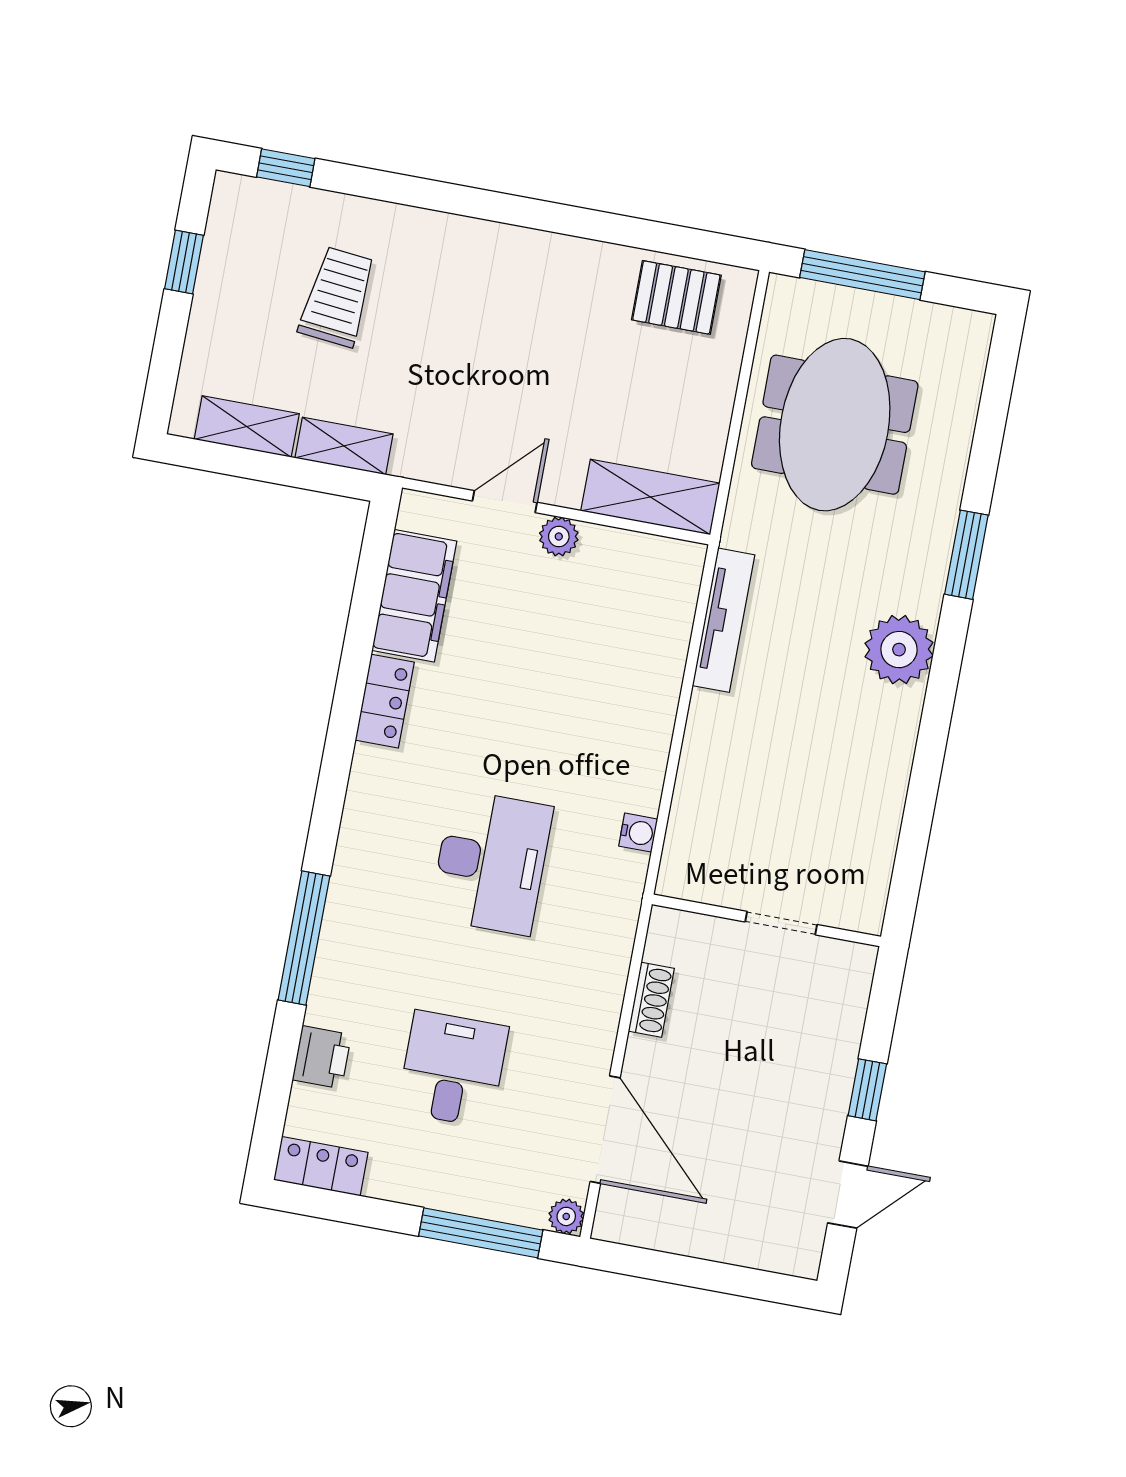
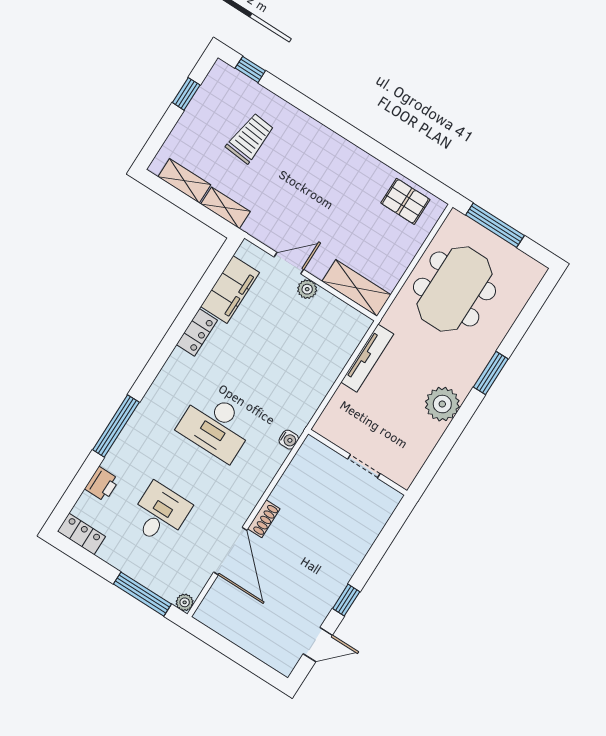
desk: (491, 862) -> (216, 426), turned 90
wall: (766, 920) -> (358, 462), moved
doorway: (781, 923) -> (364, 466), moved
door: (605, 1130) -> (230, 551), moved

